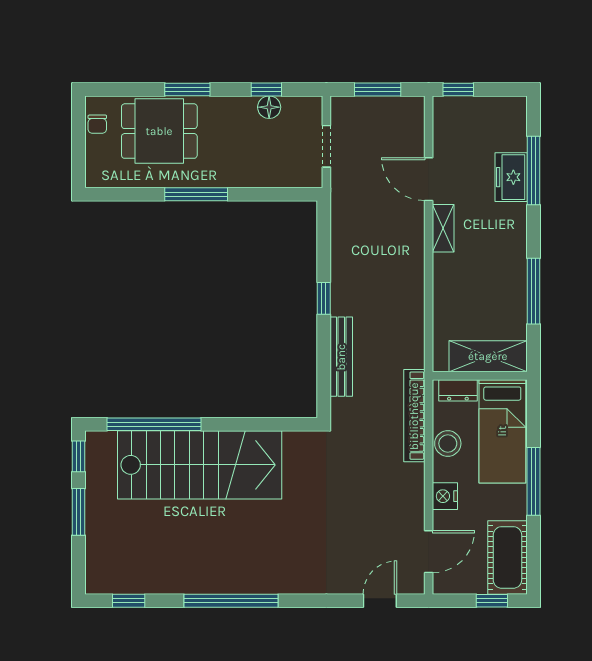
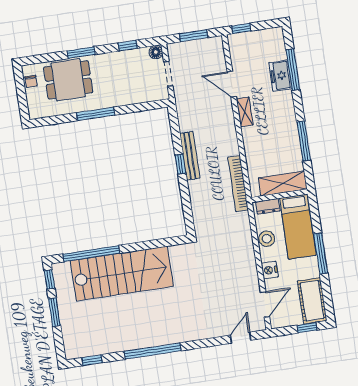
floor lamp: (269, 107) -> (156, 52), moved
bench: (341, 357) -> (190, 156), moved
bookcase: (414, 416) -> (238, 184), moved

